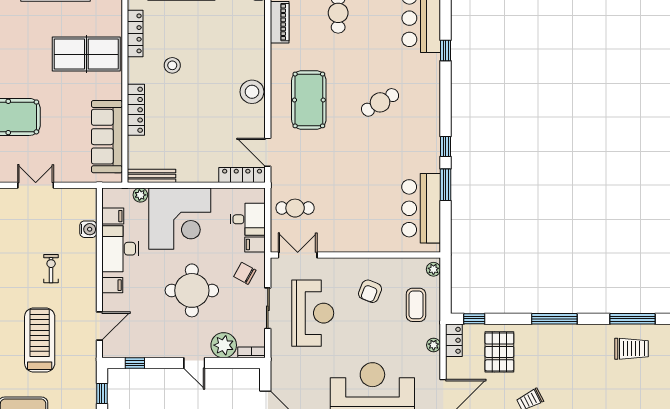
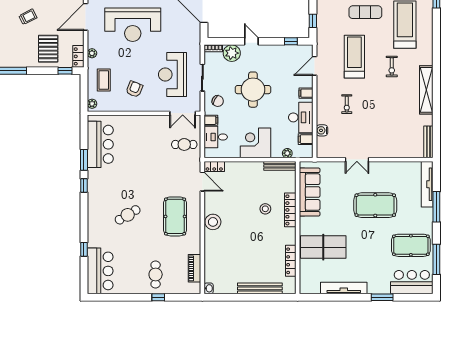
stool: (172, 65) -> (265, 209), moved
locker: (242, 175) -> (214, 166), width x0.66
corner desk: (180, 219) -> (256, 143), width x0.74, depth x0.74
treadmill: (40, 340) -> (354, 57), turned 180

